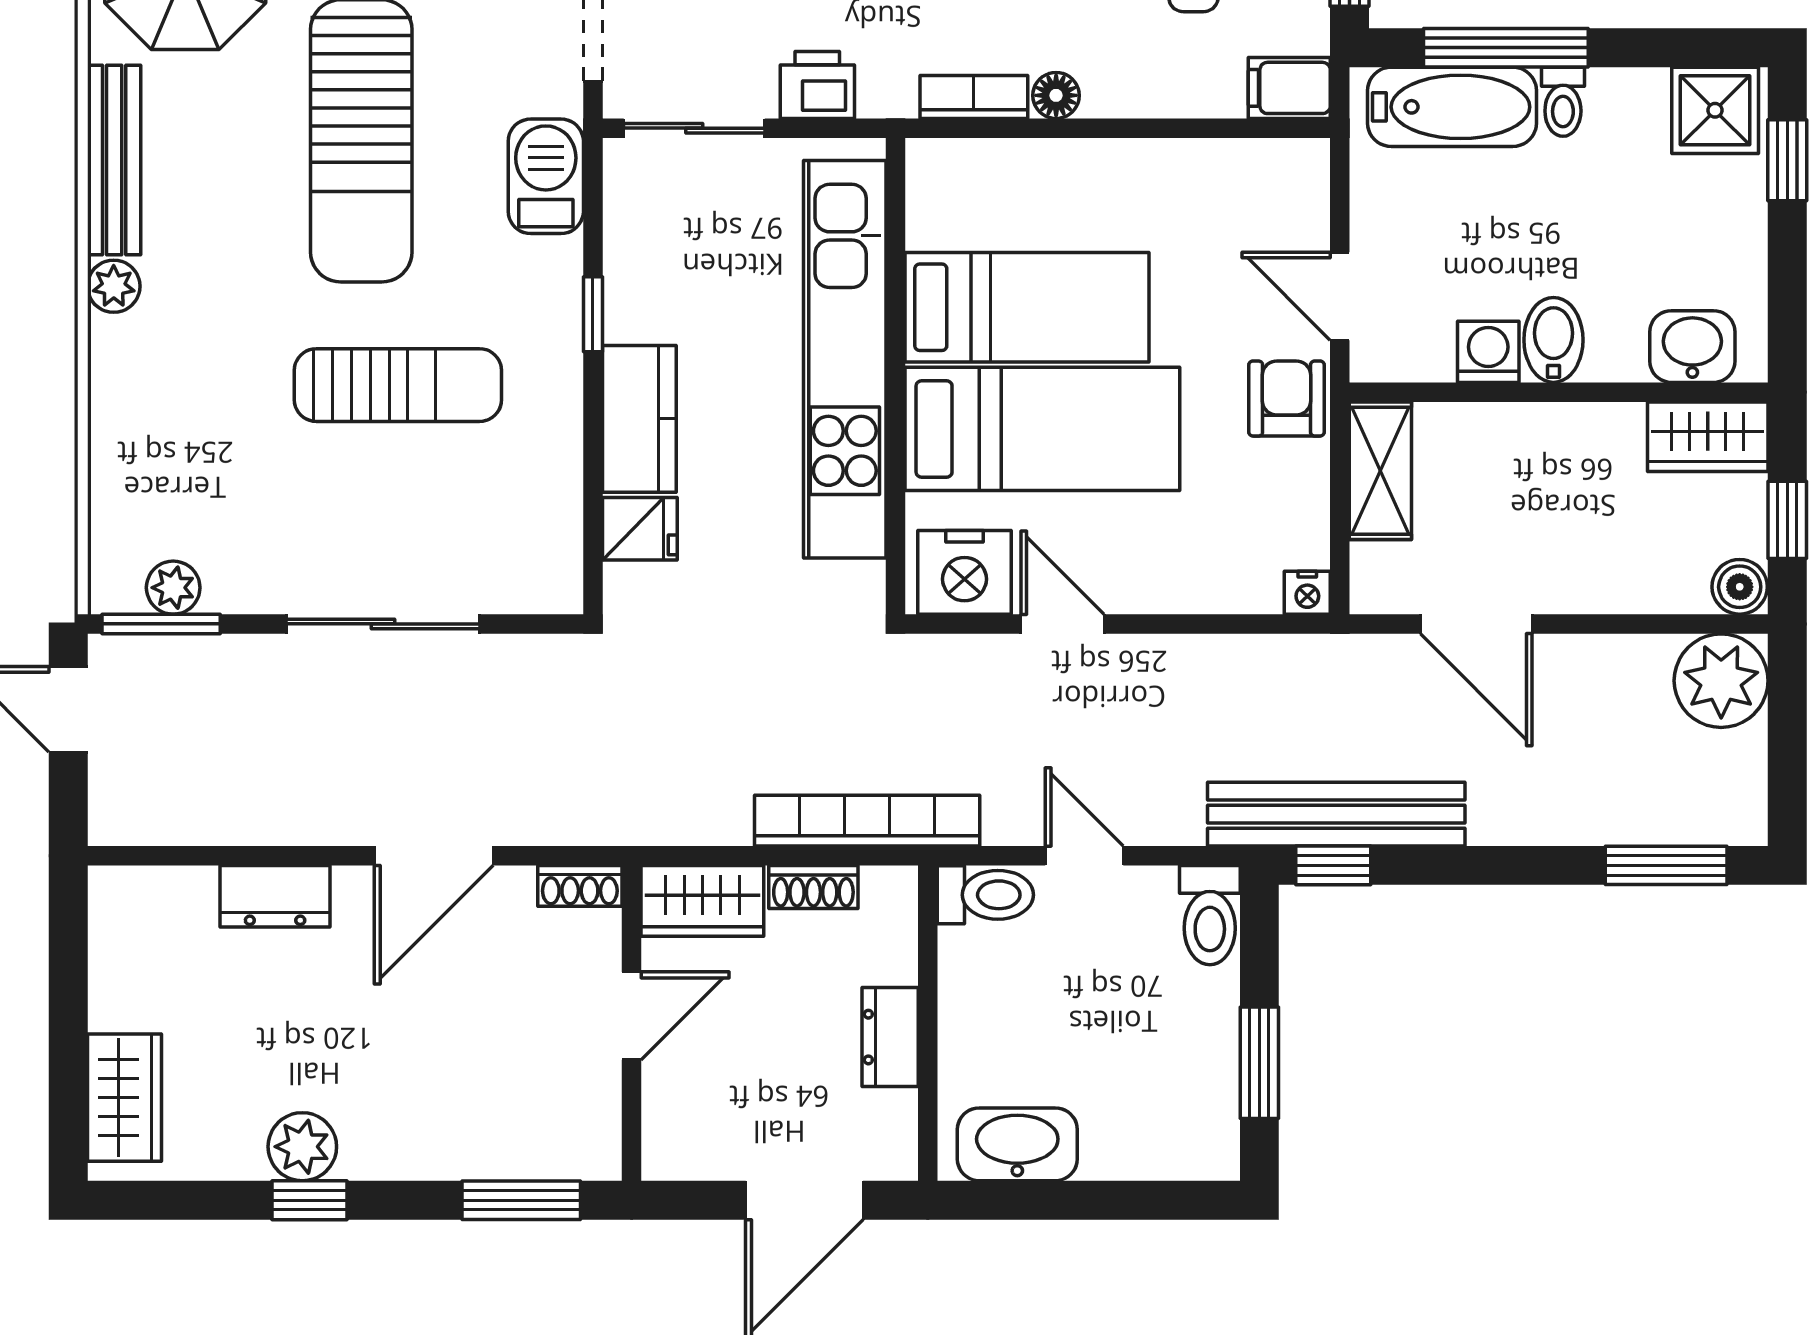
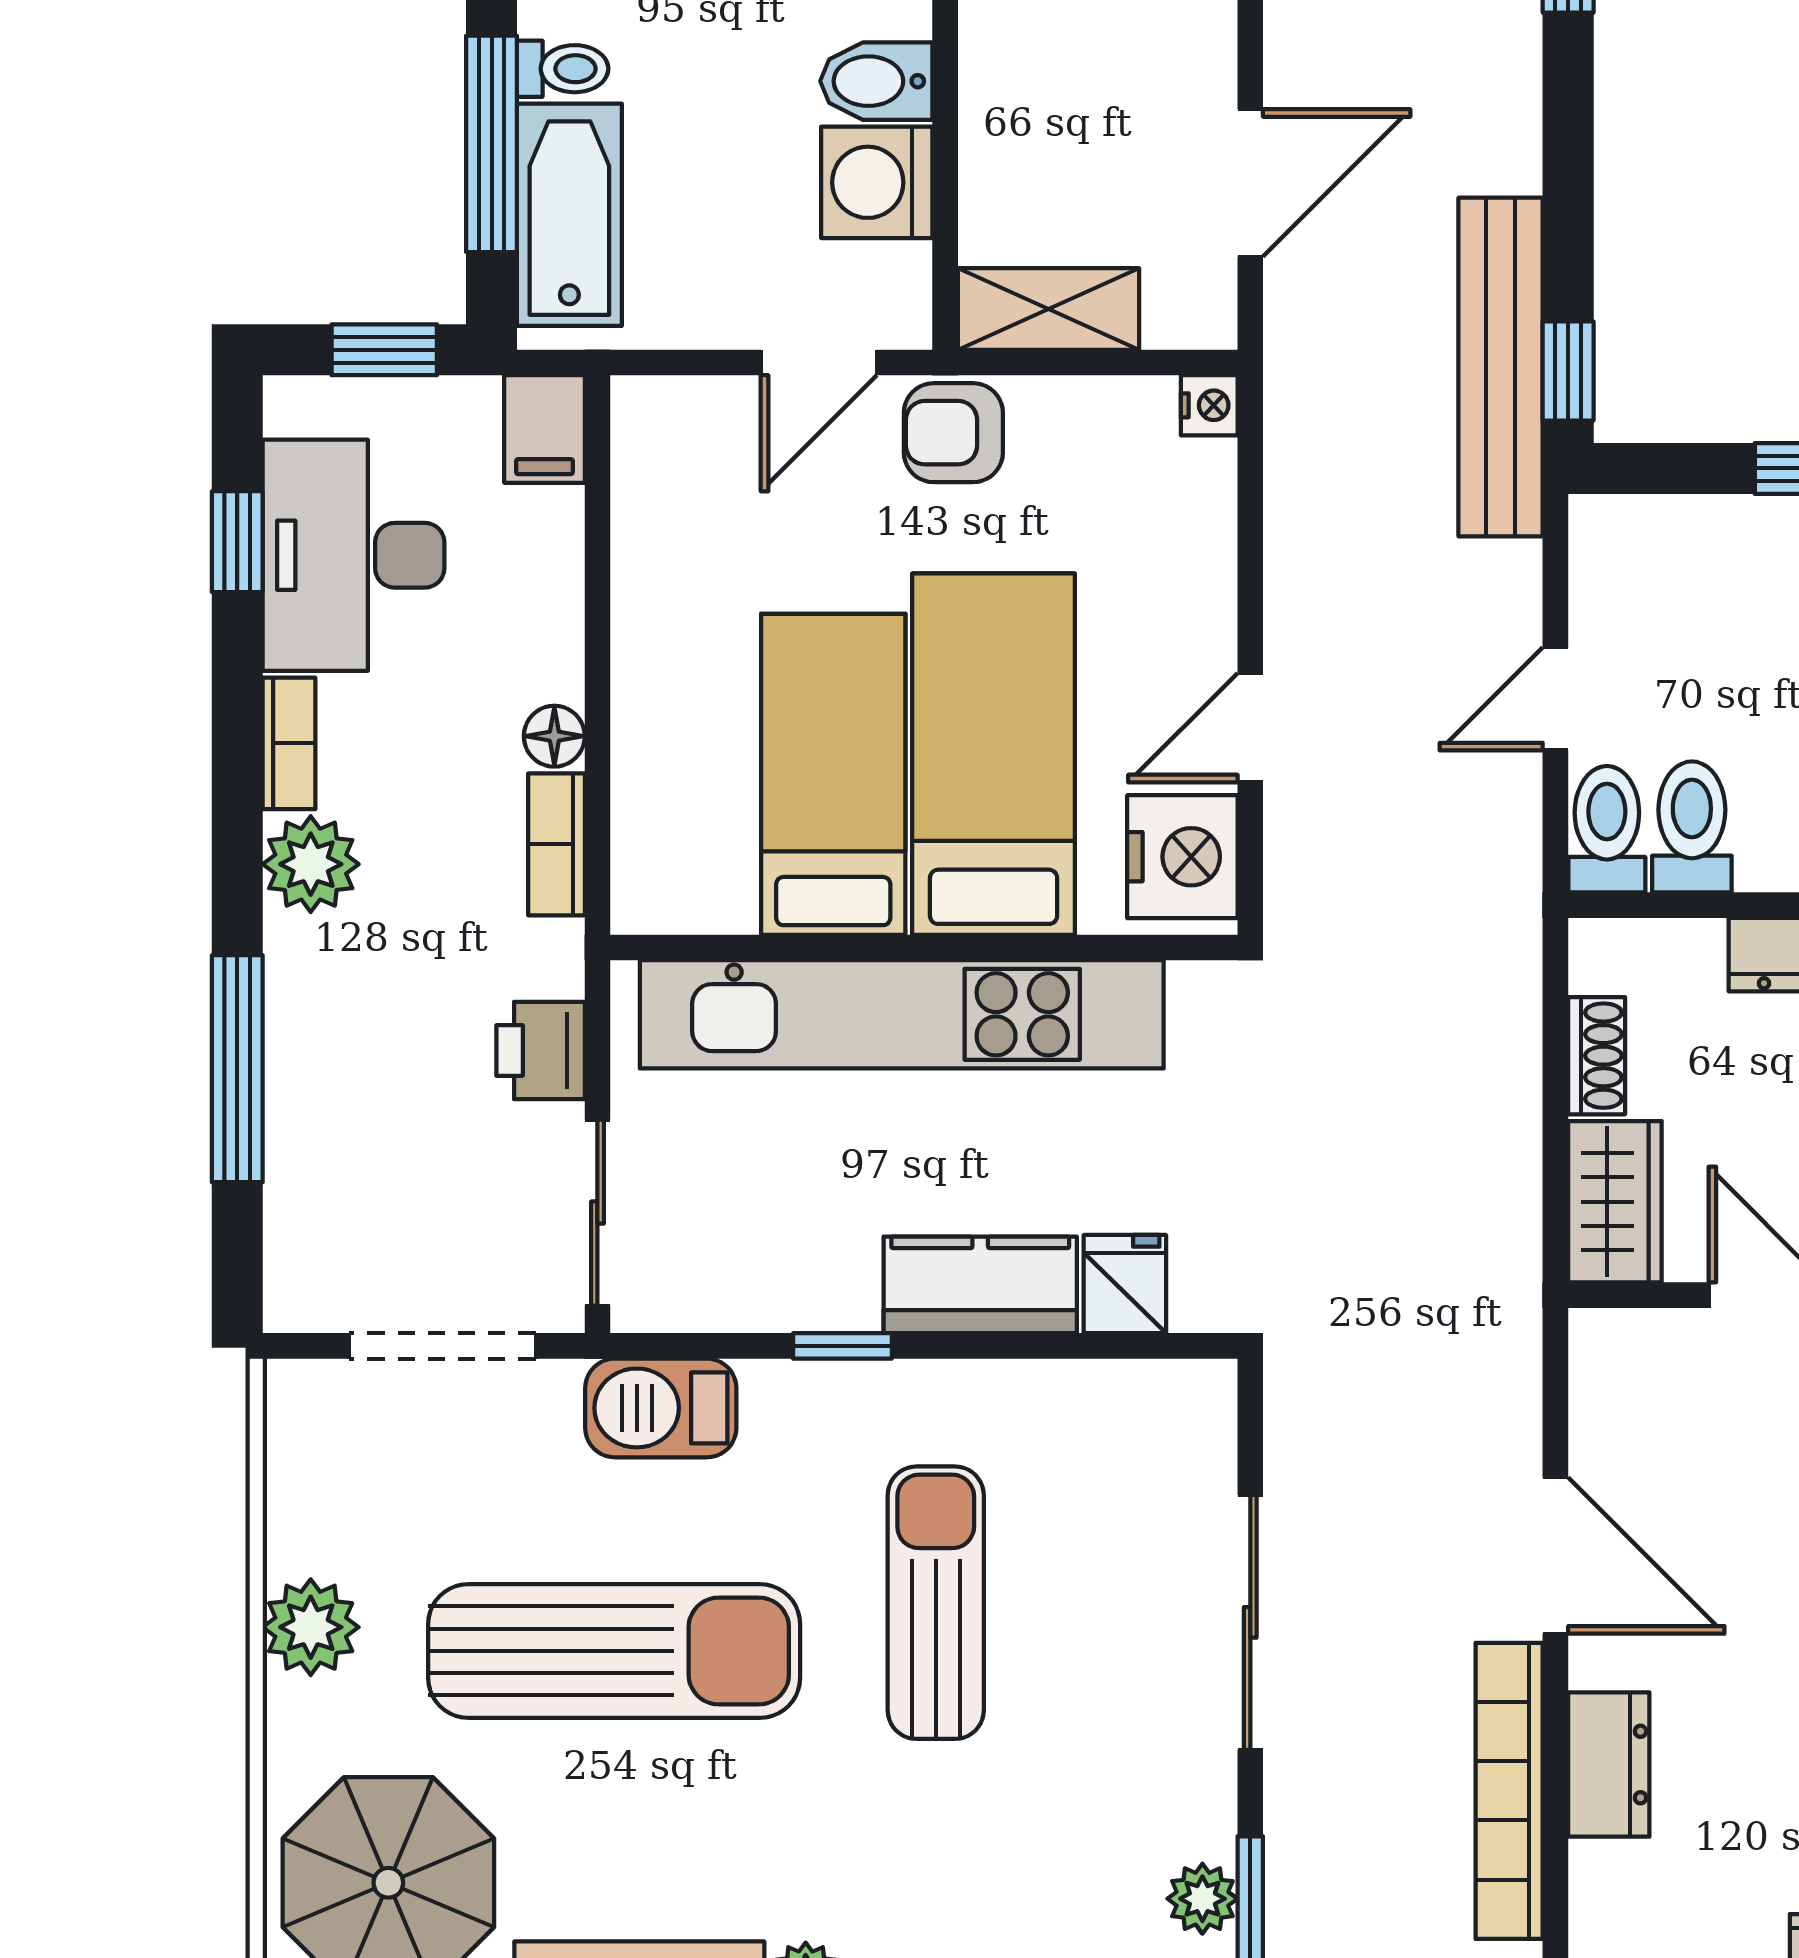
washing machine: (1488, 352) -> (877, 182), width x1.38, depth x1.38
bookcase: (867, 821) -> (1509, 1791), moved
shoe rack: (580, 886) -> (1595, 1363), removed
toilet: (1210, 915) -> (1692, 827), moved, turned -90

